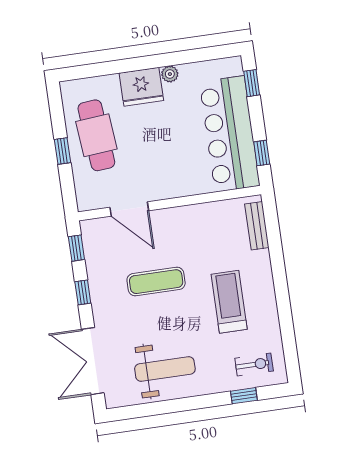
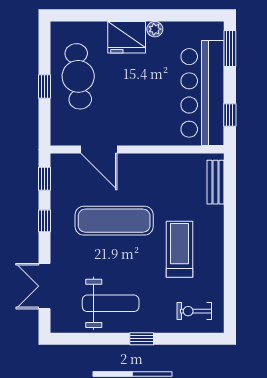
window: (252, 83) -> (230, 49), width x1.50
exercise mat: (156, 282) -> (114, 221), width x1.36, depth x1.45
double door: (93, 361) -> (44, 286), width x0.73
exercise bike: (254, 365) -> (194, 311), turned 180
window: (244, 396) -> (142, 339), moved

